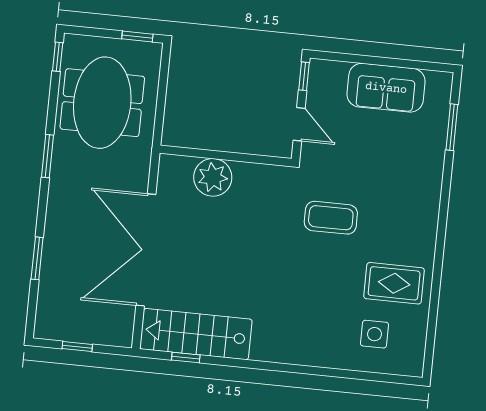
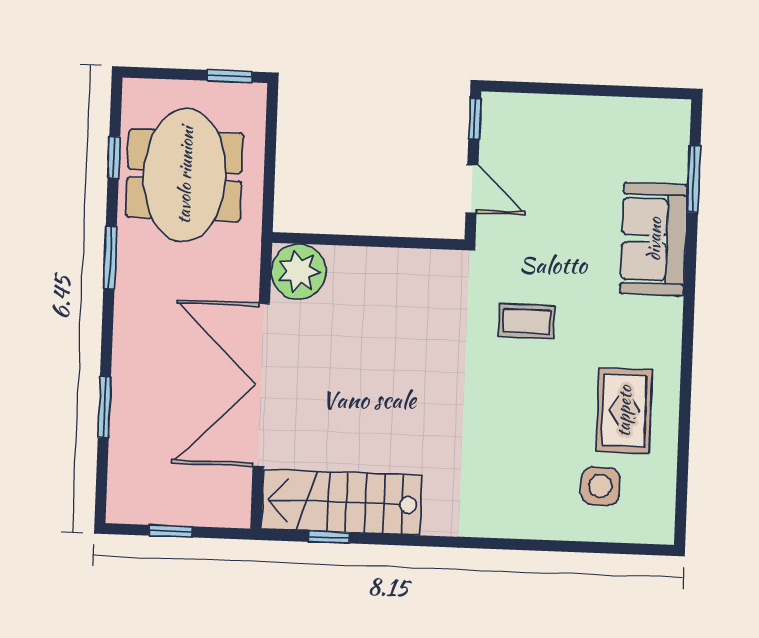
window: (58, 57) -> (114, 157), moved
sofa: (386, 88) -> (654, 239), moved, turned 90
plant: (213, 177) -> (299, 271), moved
coffee table: (331, 218) -> (526, 321), width x0.73, depth x0.77
rug: (394, 283) -> (624, 411), turned 90

